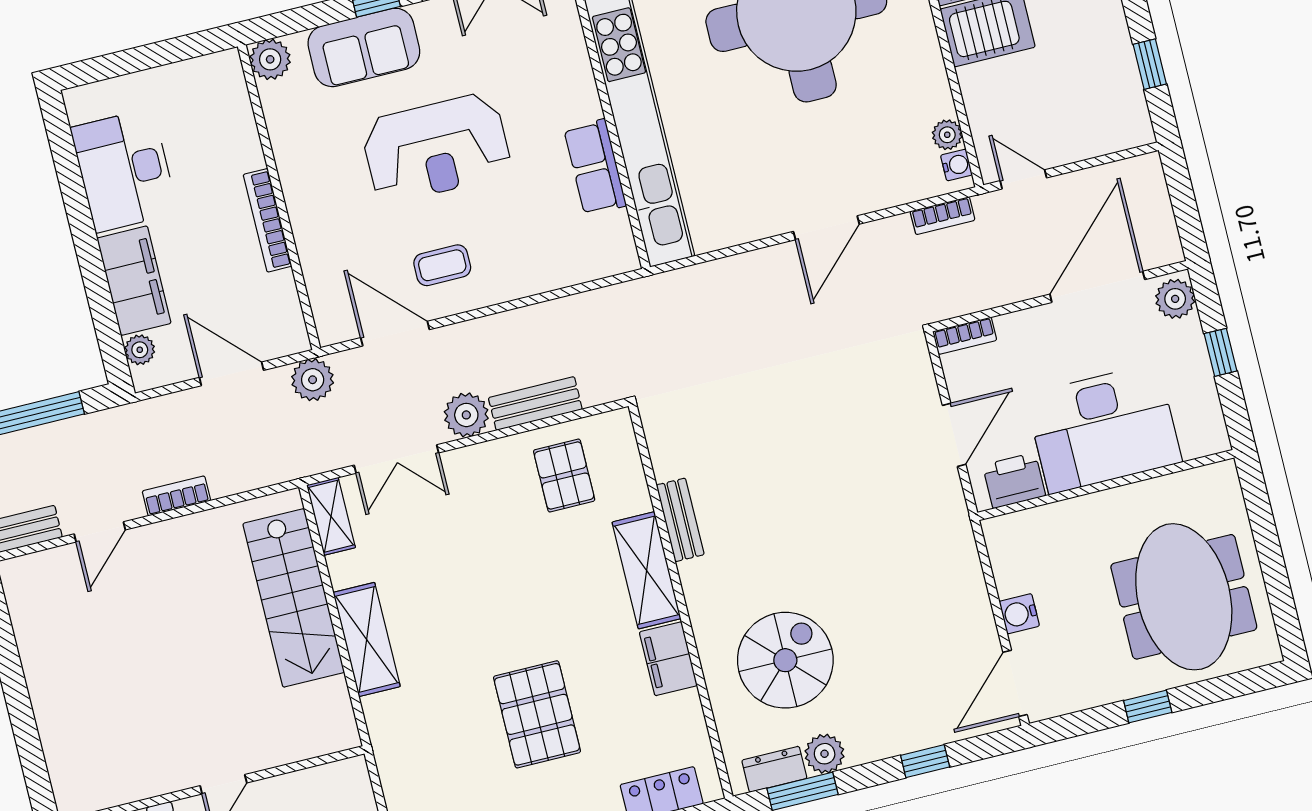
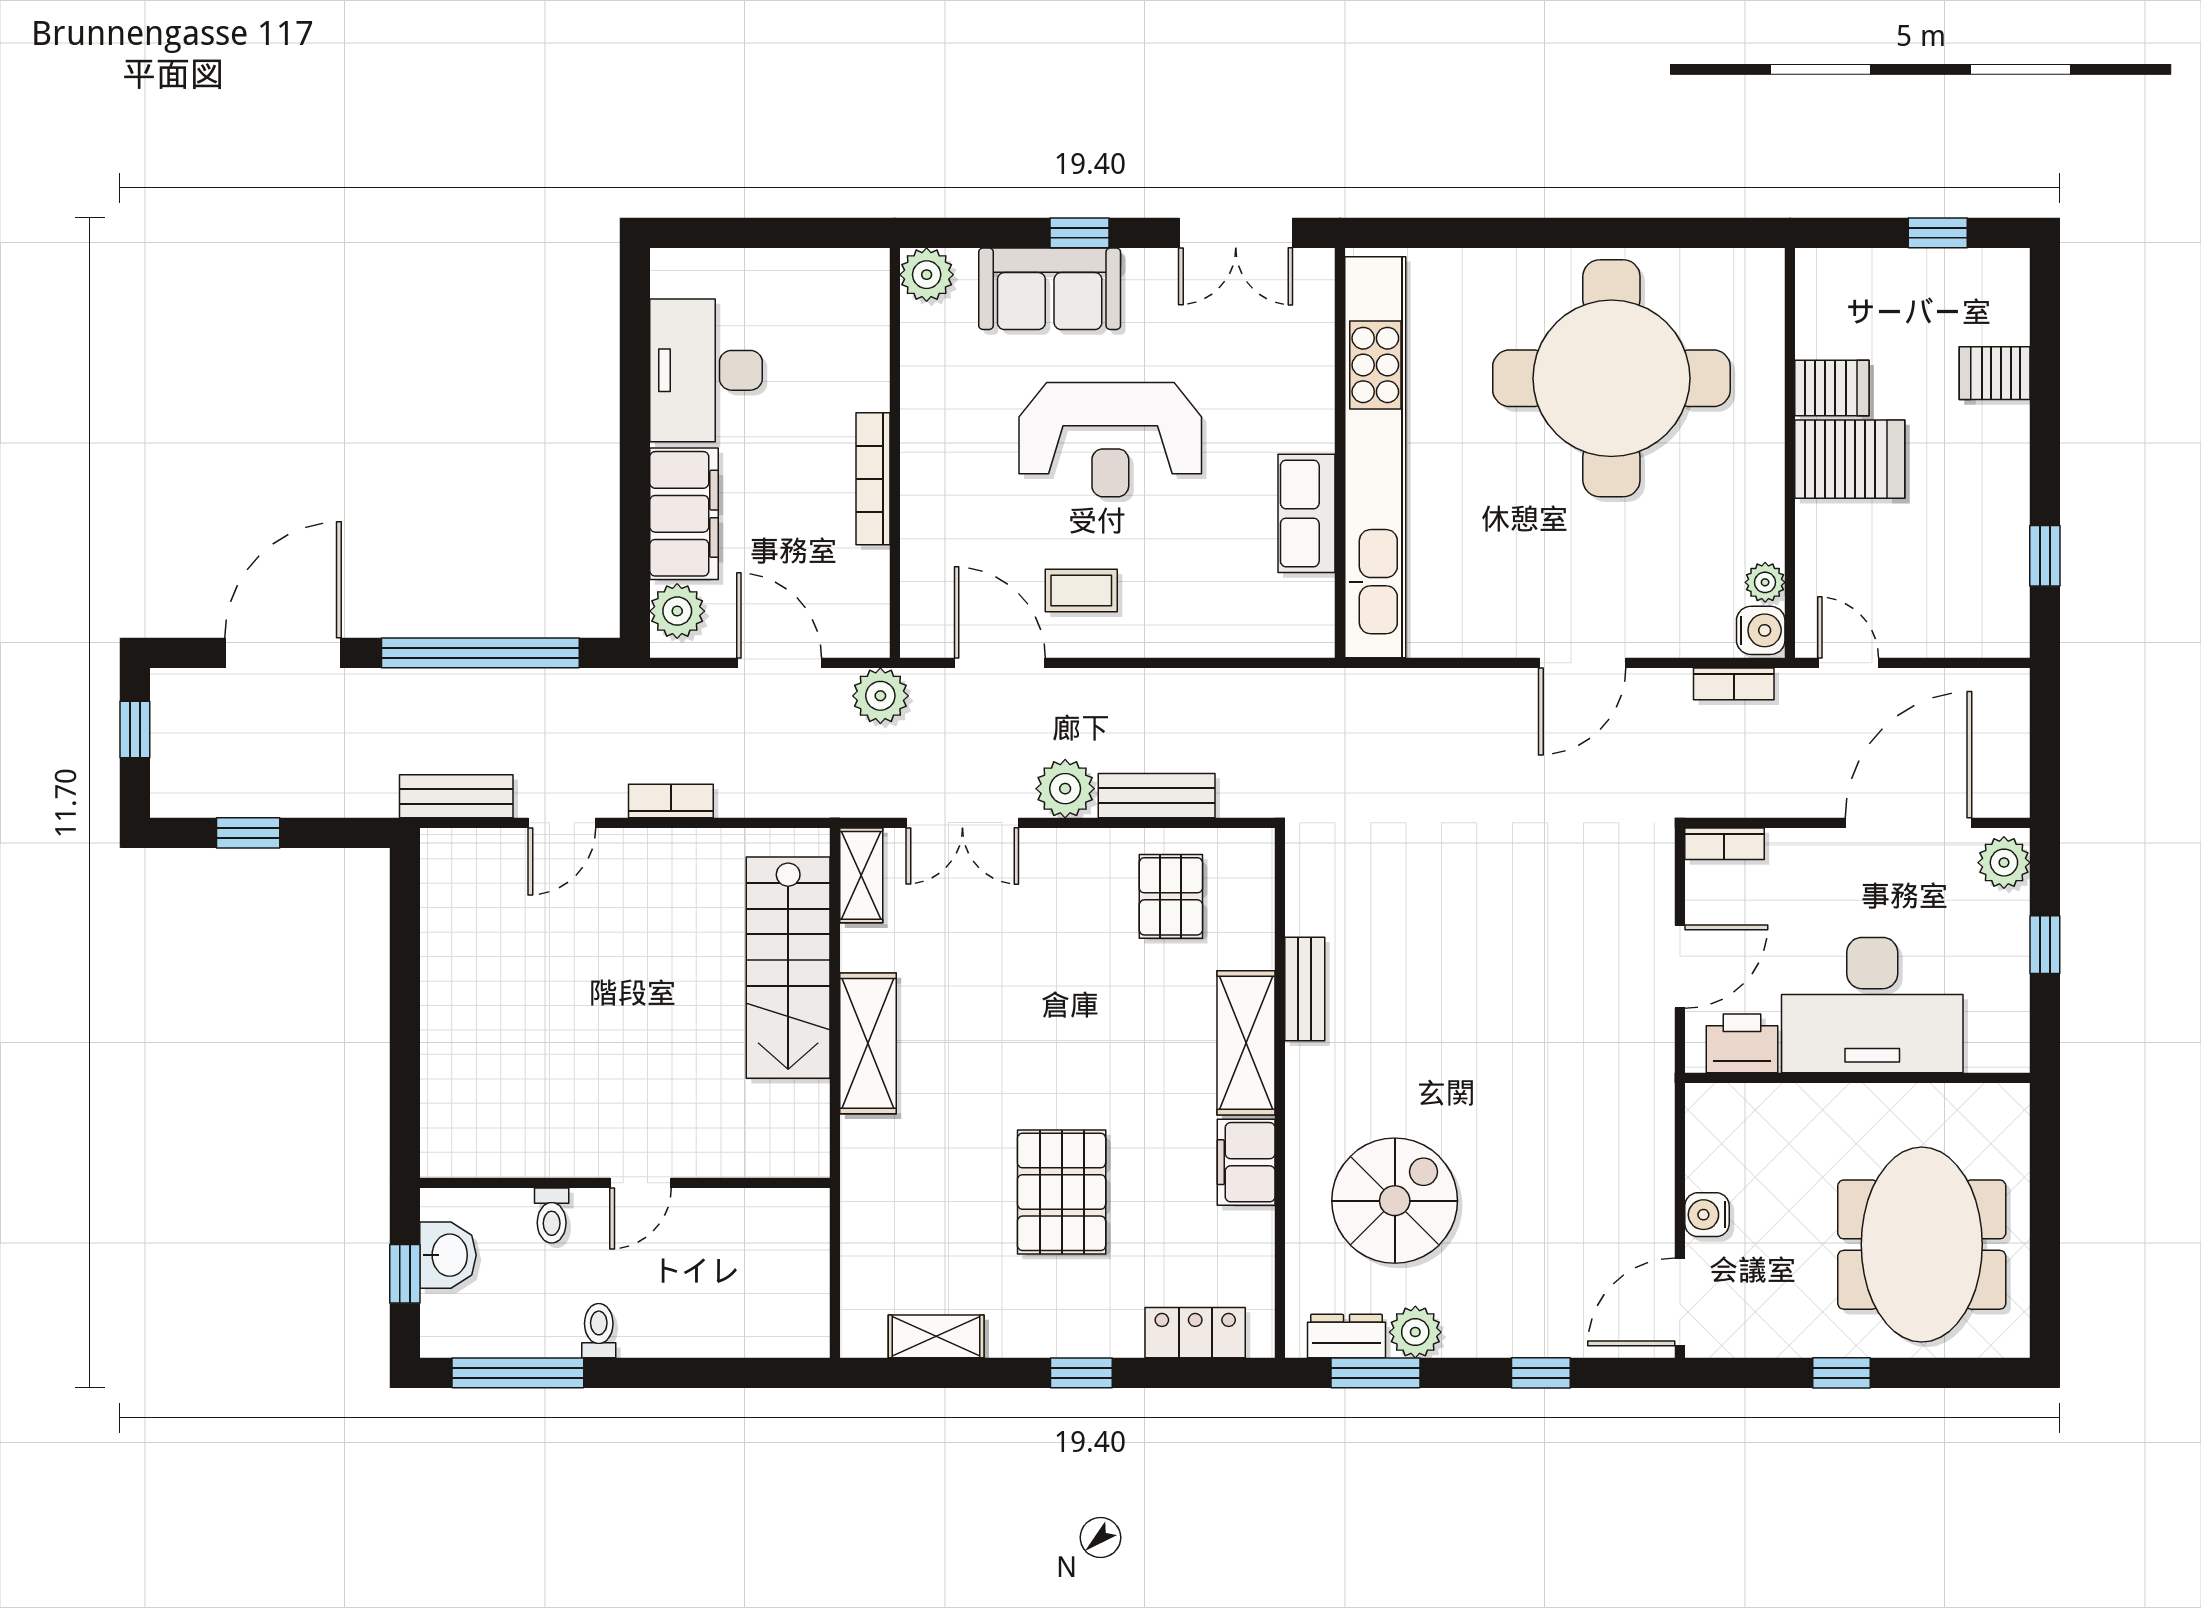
water cooler: (956, 165) -> (1761, 630), width x1.38, depth x1.38
plant: (140, 350) -> (677, 611), width x1.38, depth x1.38

